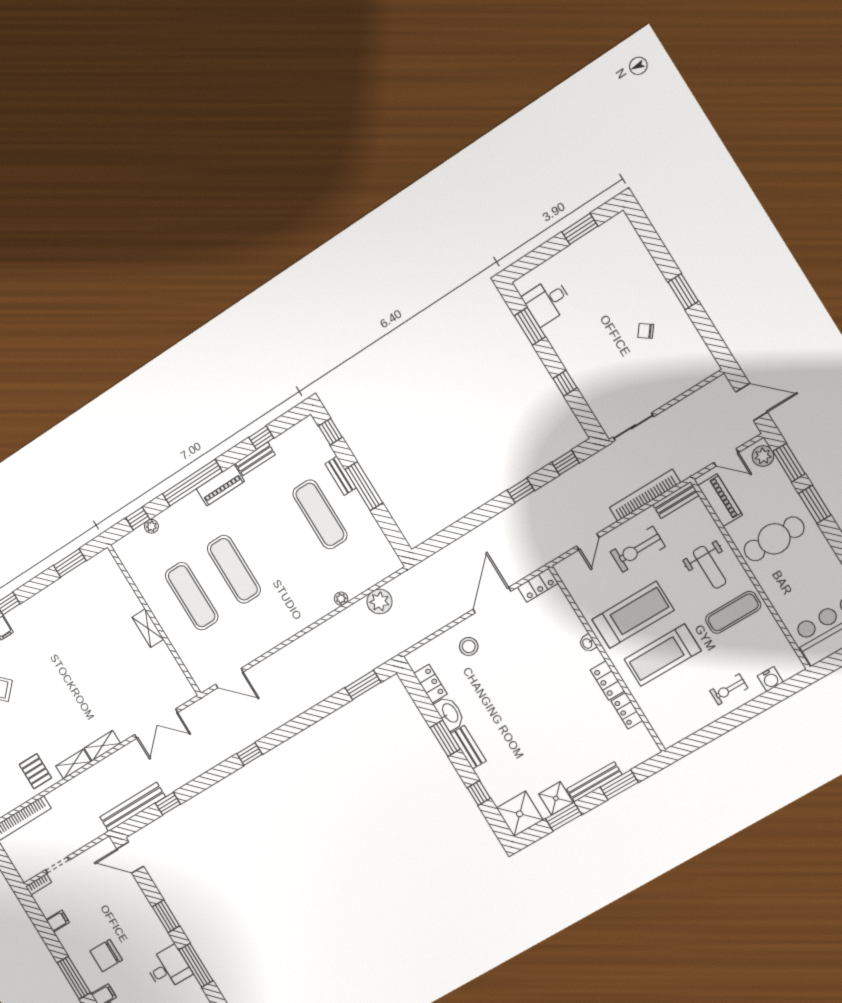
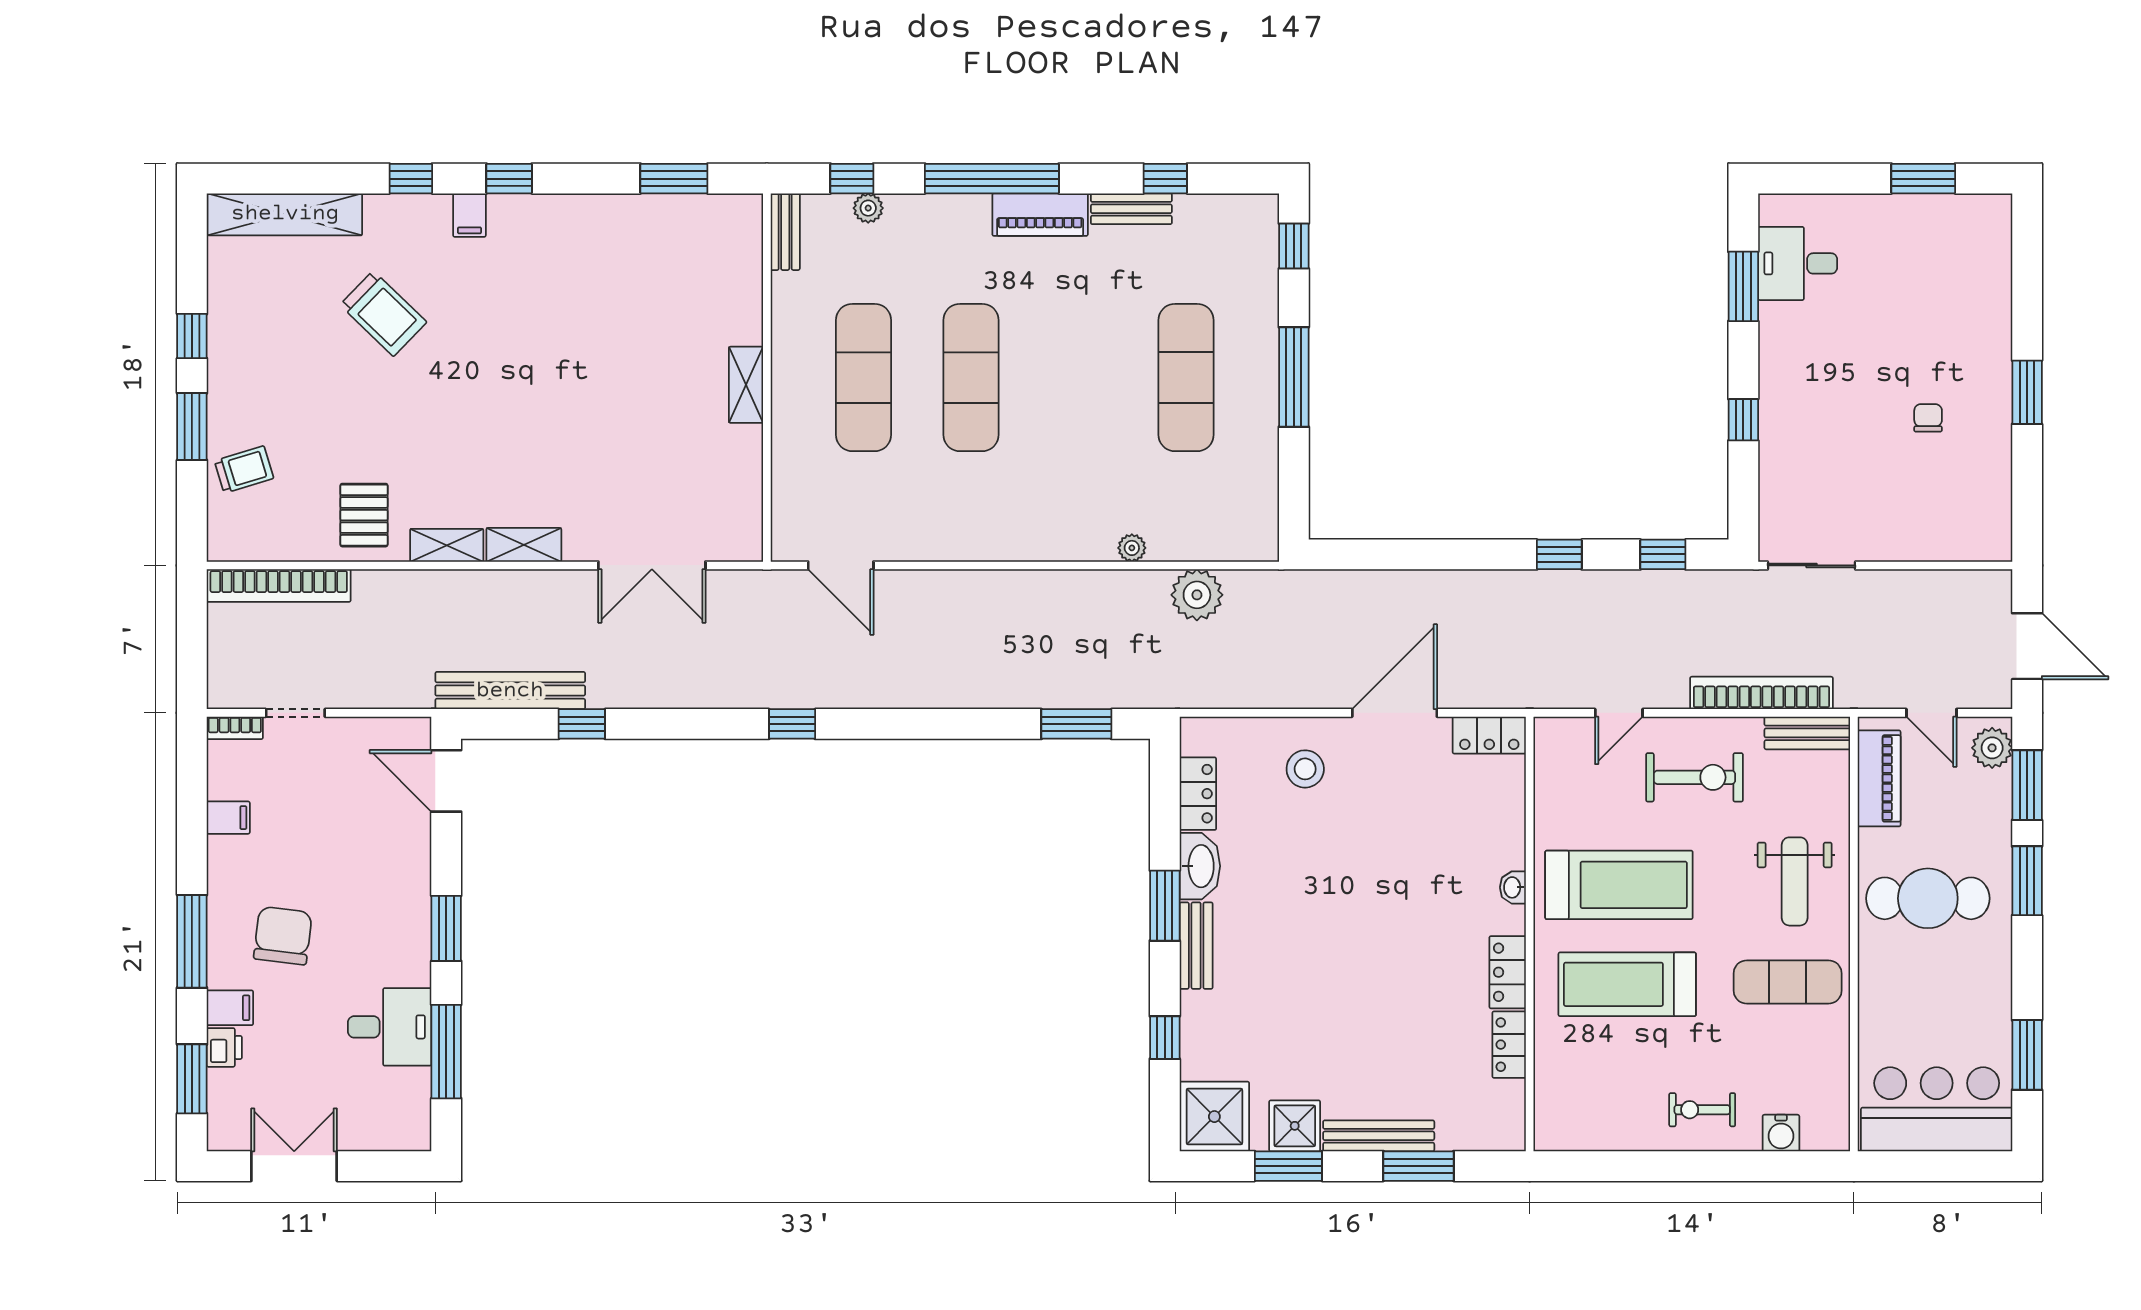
chair: (646, 331) -> (1928, 418), turned 53
bench: (341, 476) -> (785, 232), moved
exercise bike: (638, 549) -> (1695, 777), turned 180
chair: (106, 956) -> (283, 936), turned 97

